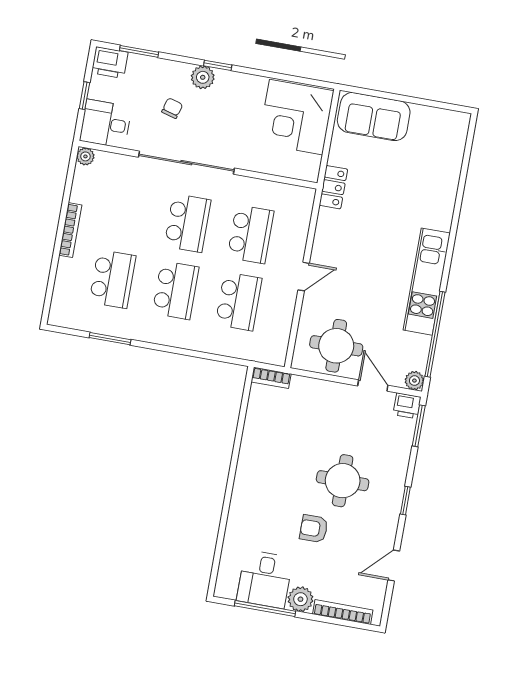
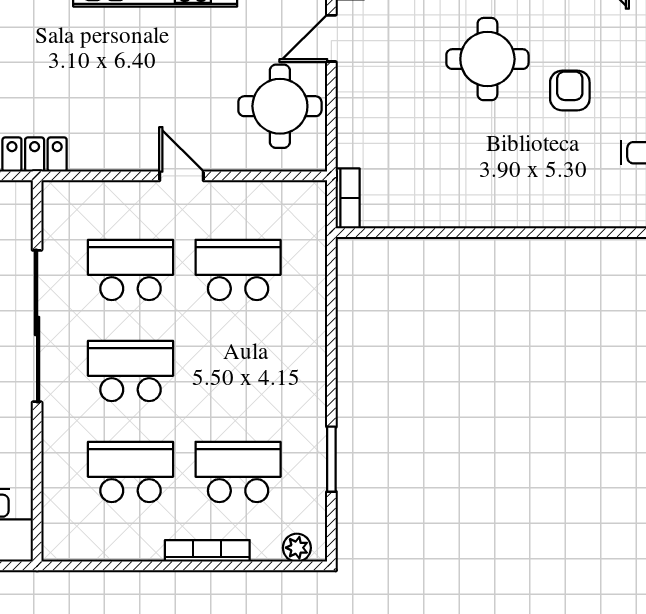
plant: (85, 156) -> (297, 548), moved
sliding door: (186, 163) -> (37, 326), moved
bookcase: (70, 230) -> (207, 551), moved
school desk: (176, 290) -> (130, 472), moved
armchair: (314, 529) -> (570, 91), turned 180

